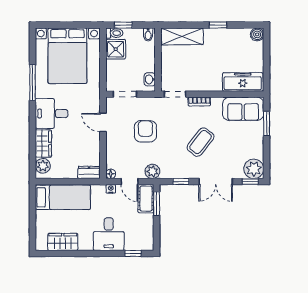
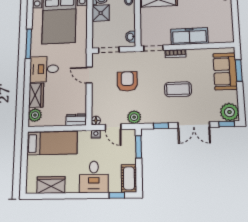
freezer: (243, 82) -> (189, 36), moved
sofa: (243, 109) -> (225, 71), moved, turned 90
coffee table: (200, 142) -> (178, 89), turned 52
cot: (146, 199) -> (129, 178), moved

